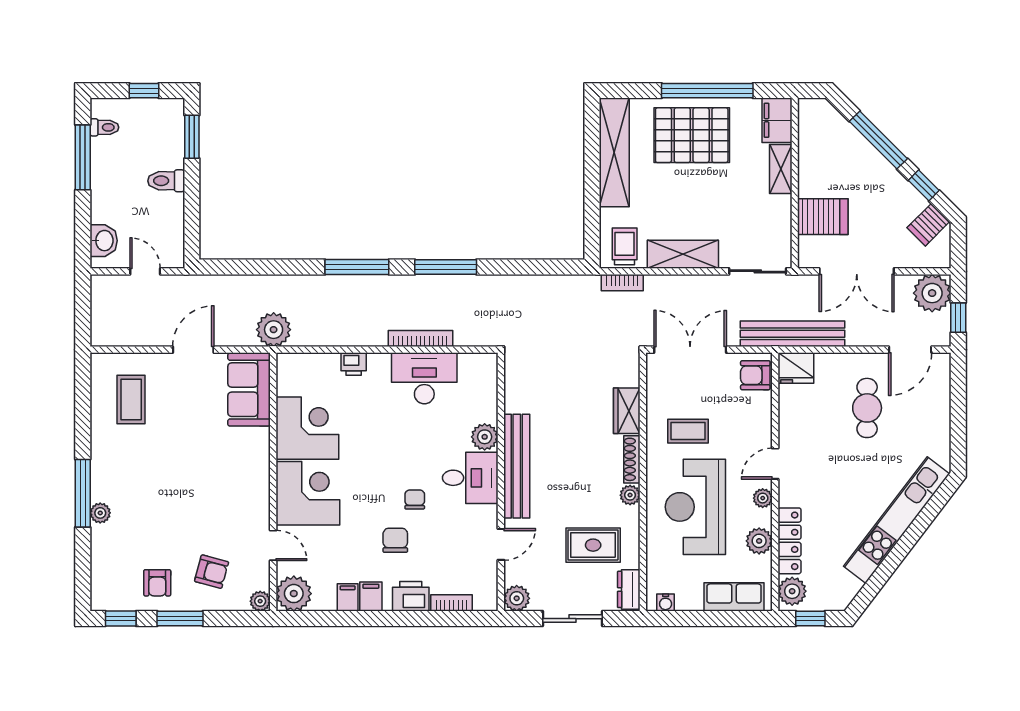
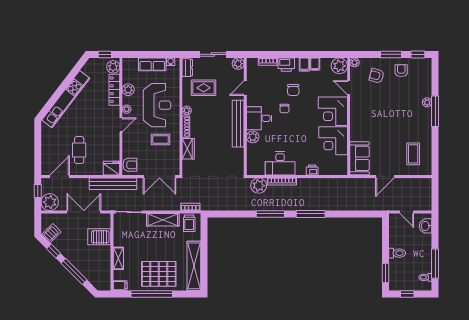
filing cabinet: (777, 120) -> (120, 286), width x0.50
plant: (274, 330) -> (259, 186), moved
row of seats: (734, 597) -> (152, 64), moved

